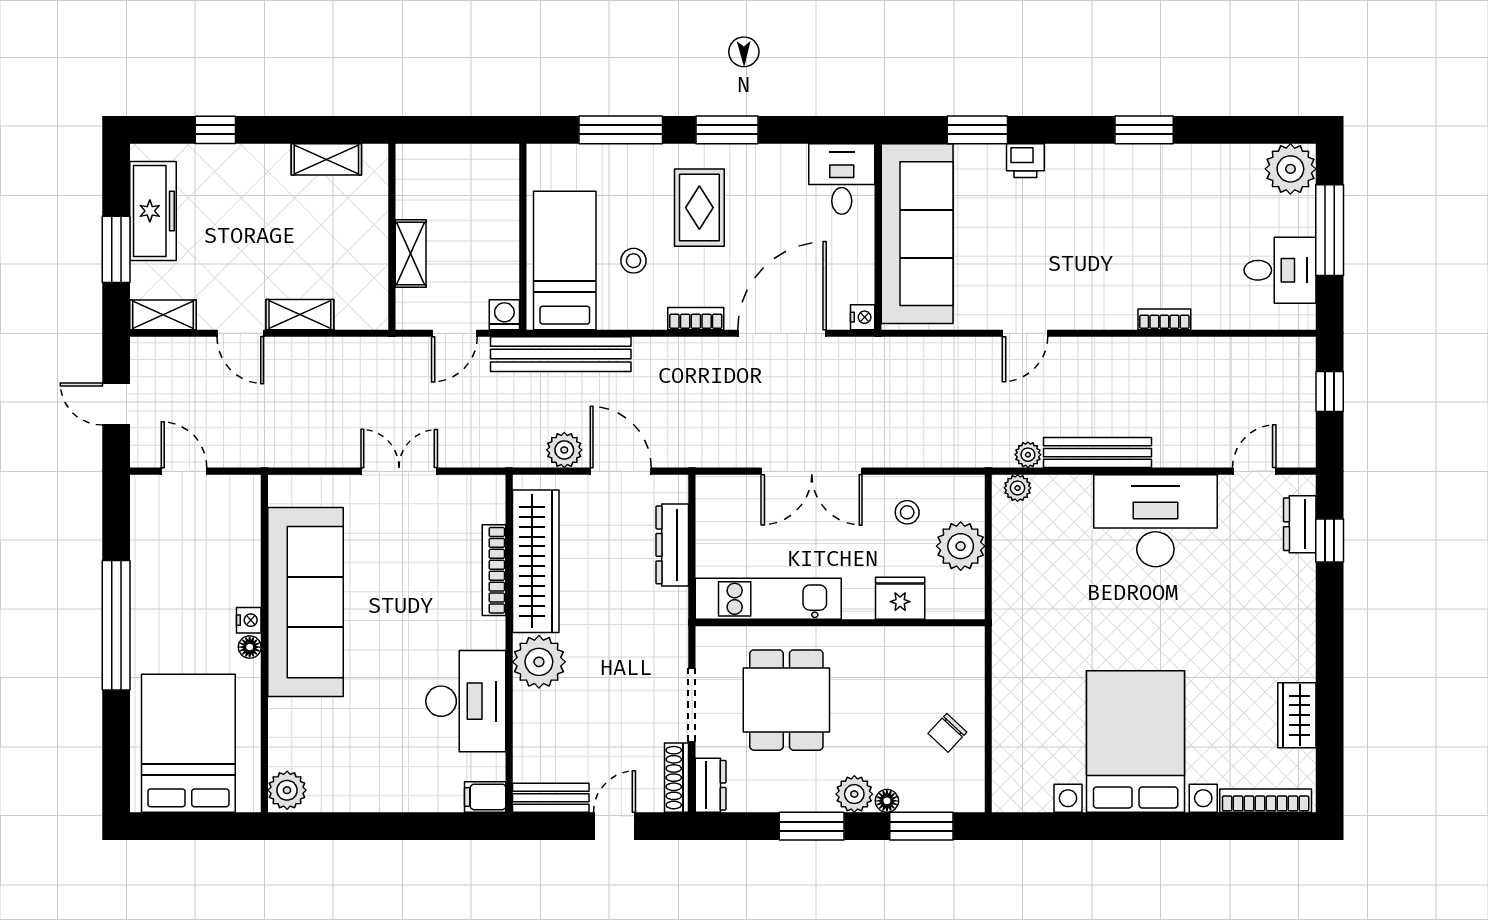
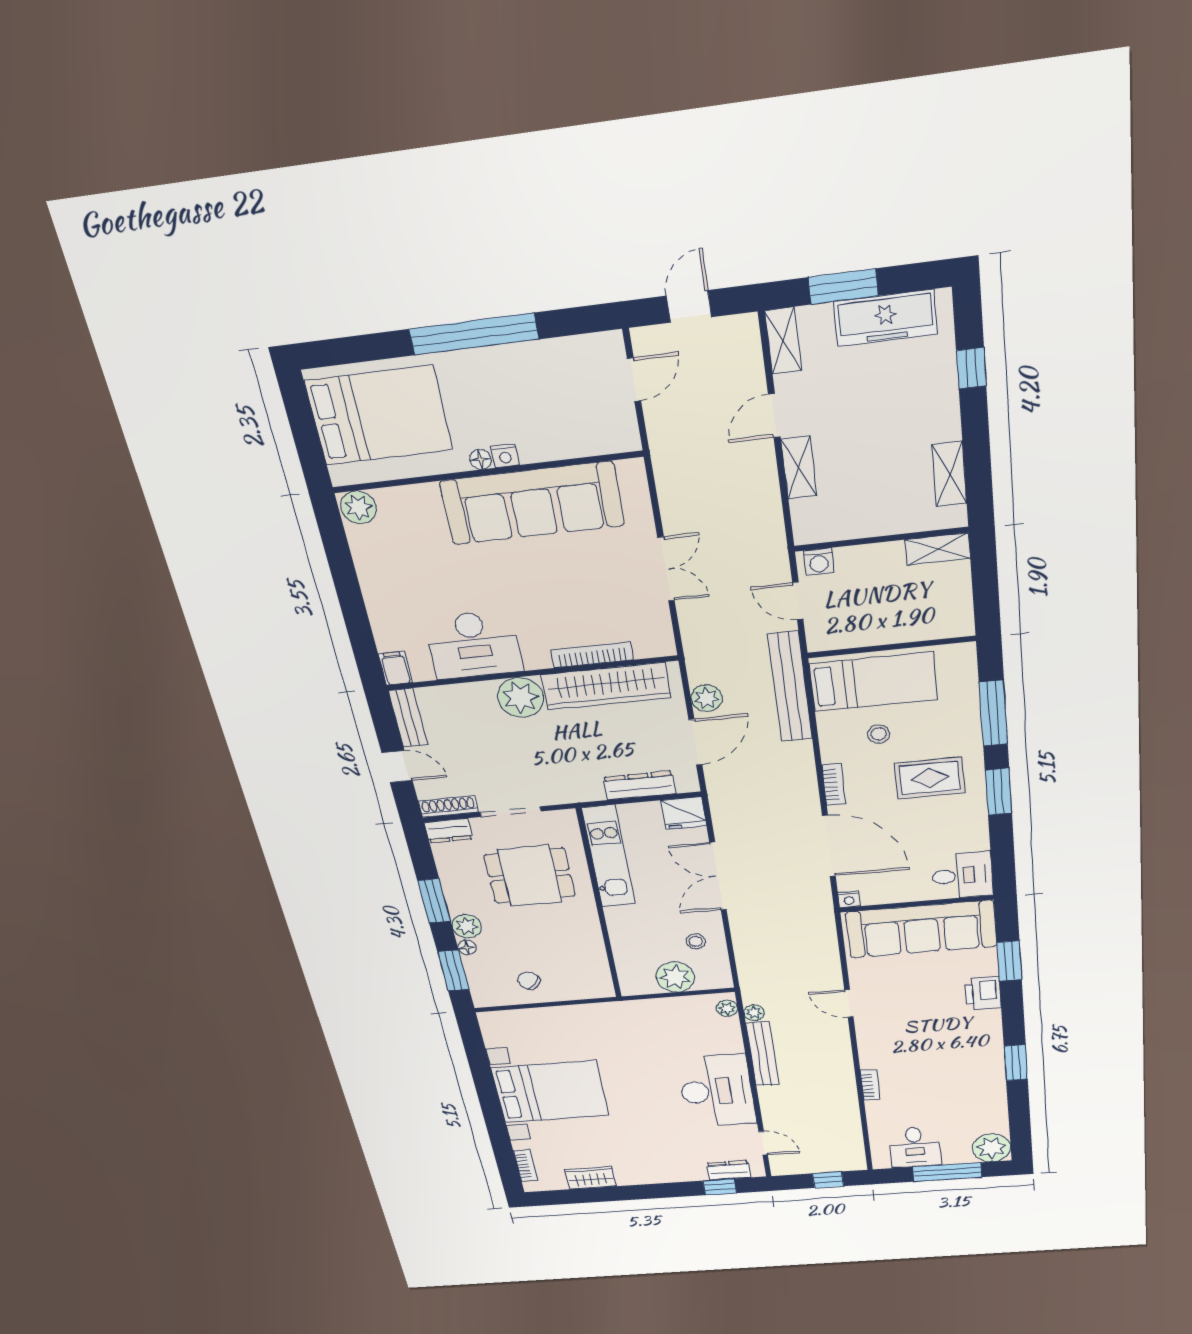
printer: (1025, 161) -> (983, 993), width x1.36, depth x1.24
shelving: (411, 254) -> (938, 549), moved
washing machine: (504, 315) -> (819, 562), moved, turned 90
fridge: (900, 598) -> (684, 813), moved, turned 90
bookcase: (1266, 801) -> (526, 1165), width x0.64

